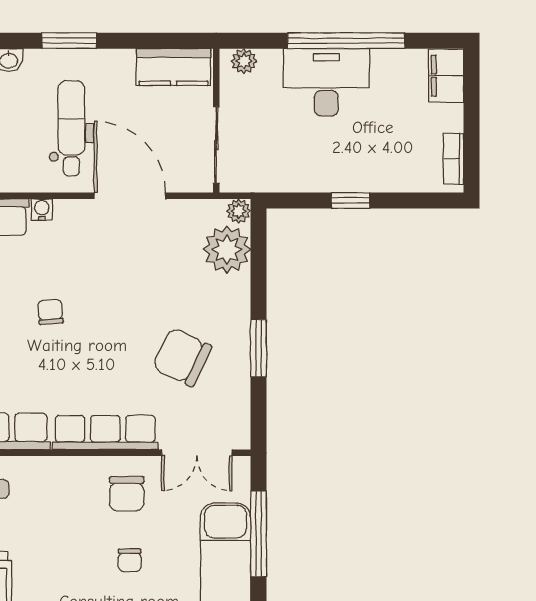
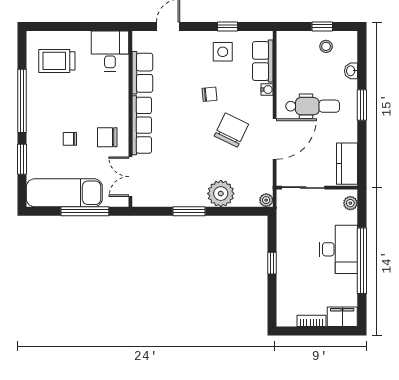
bookcase: (454, 159) -> (312, 321), moved
plant: (227, 249) -> (221, 194), moved
chair: (182, 357) -> (231, 130), moved

